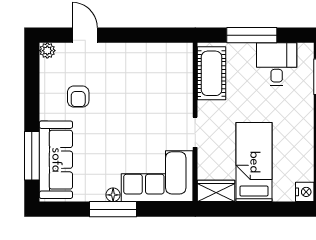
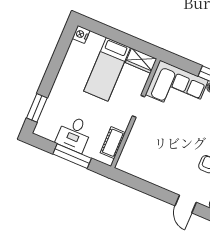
desk: (277, 64) -> (74, 134), moved
cot: (212, 73) -> (113, 143), width x0.73, depth x0.75

